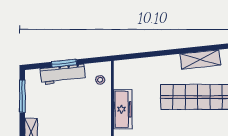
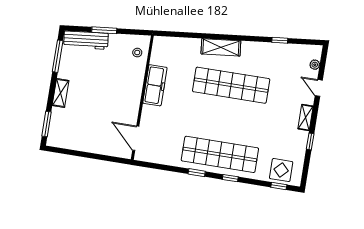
shelving: (200, 59) -> (221, 47), moved
workbench: (63, 74) -> (86, 40), moved

